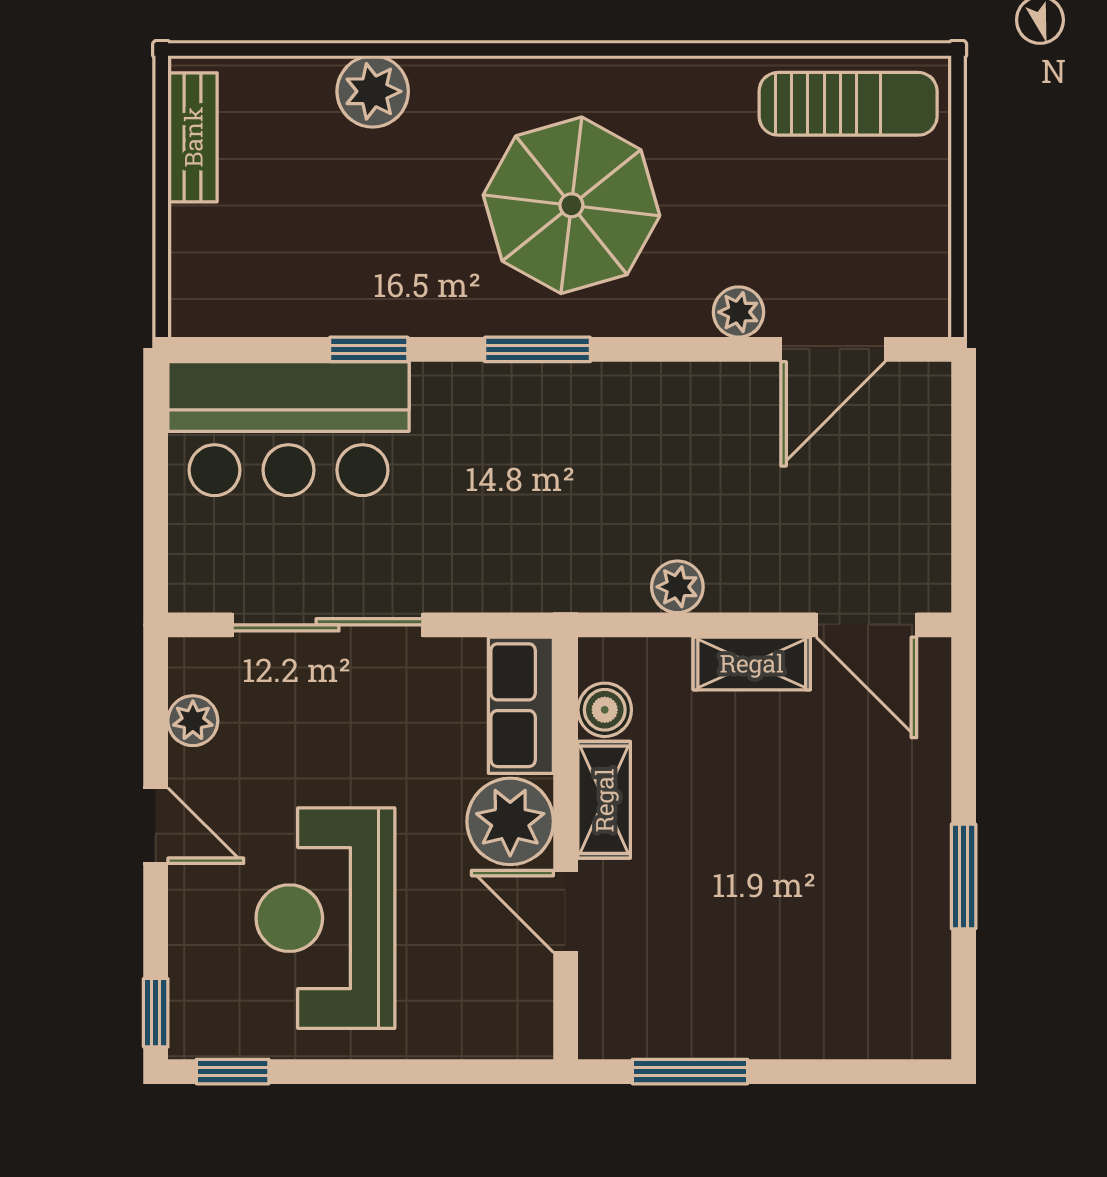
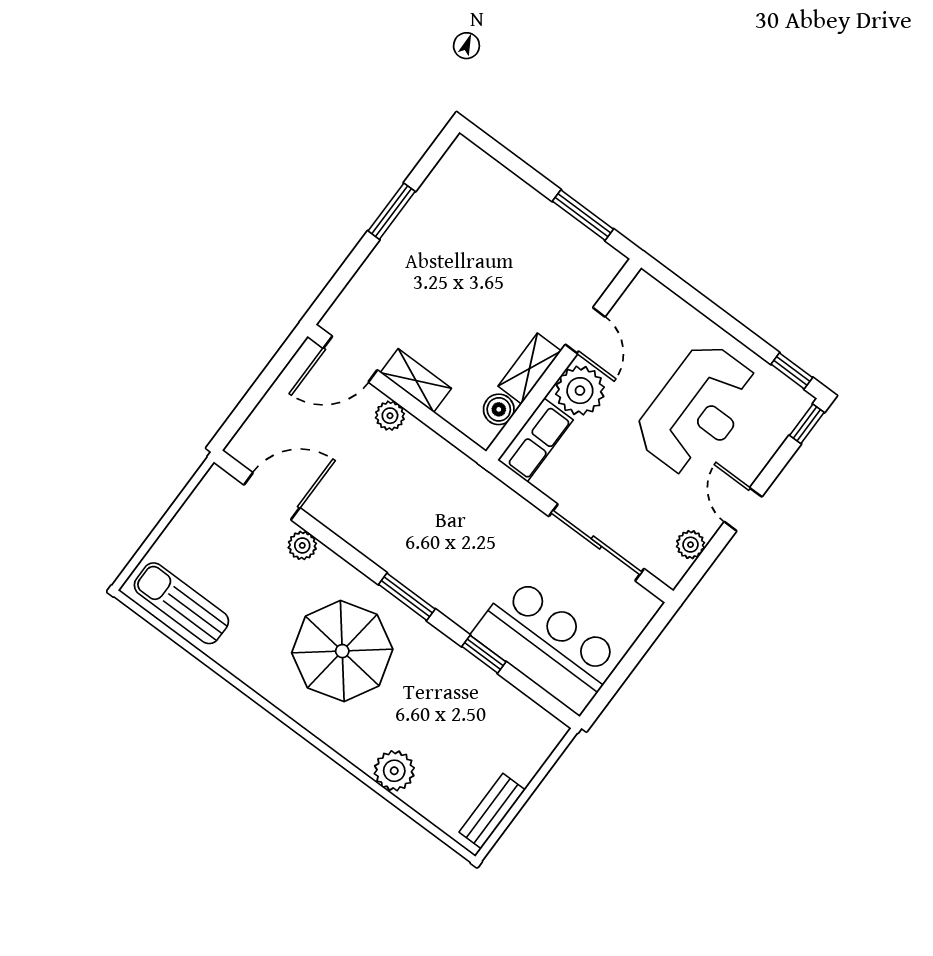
plant: (677, 587) -> (390, 416), moved
door: (866, 625) -> (350, 359), swing flipped

